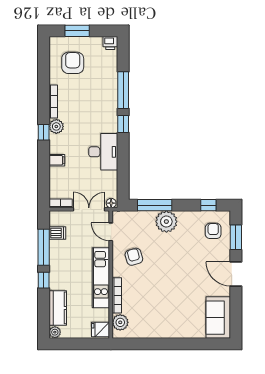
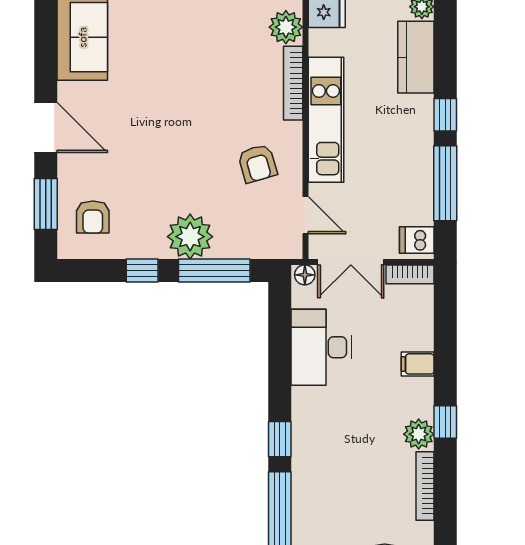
desk: (103, 152) -> (321, 347), moved
window: (208, 205) -> (142, 270), moved
dishwasher: (57, 233) -> (417, 240), moved

